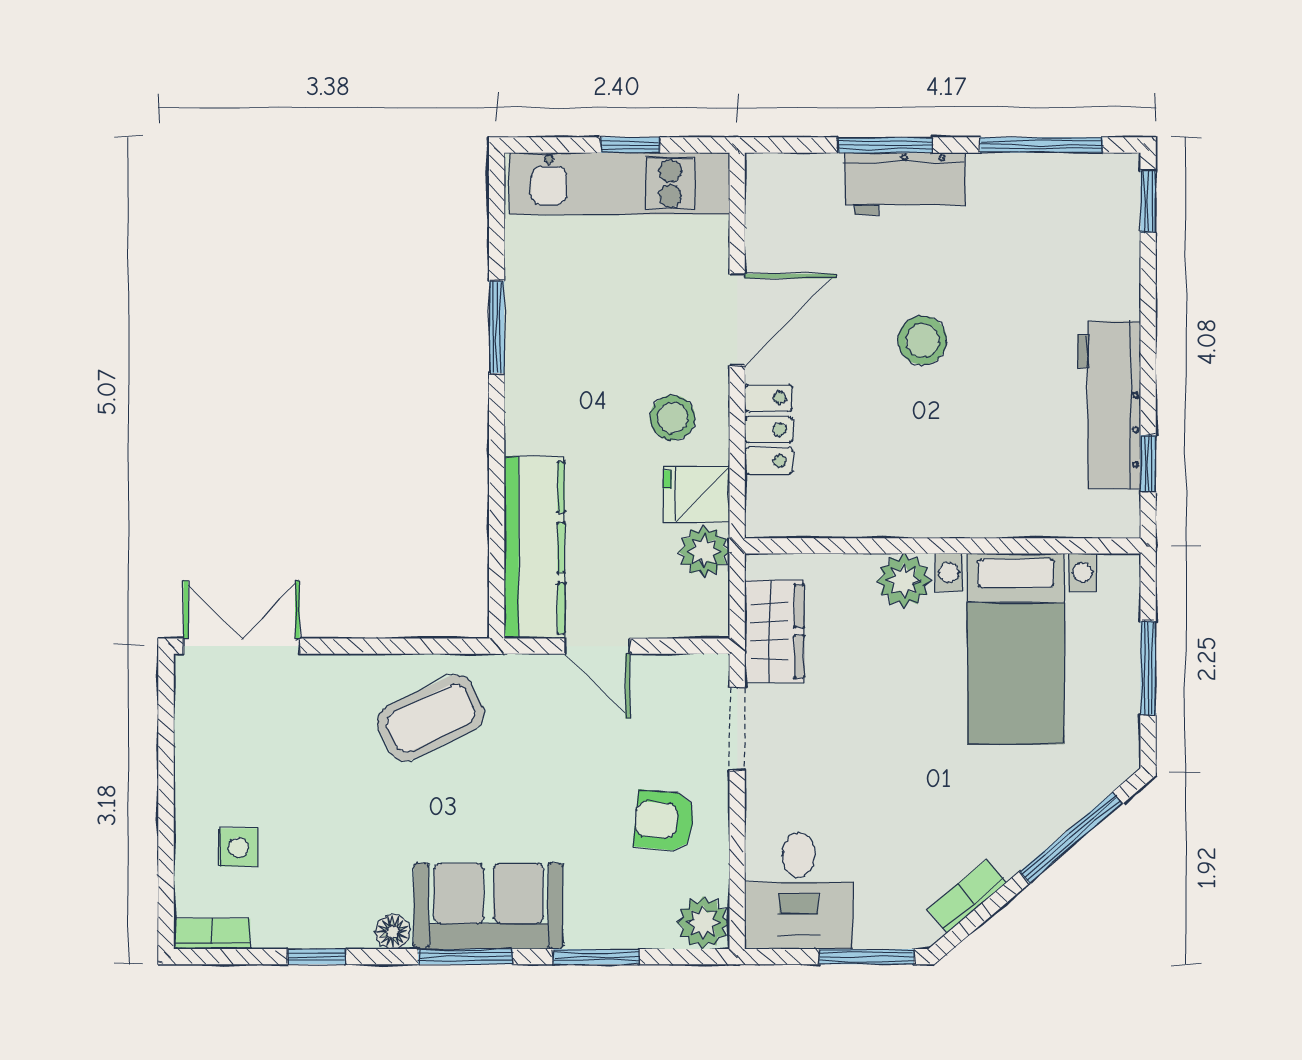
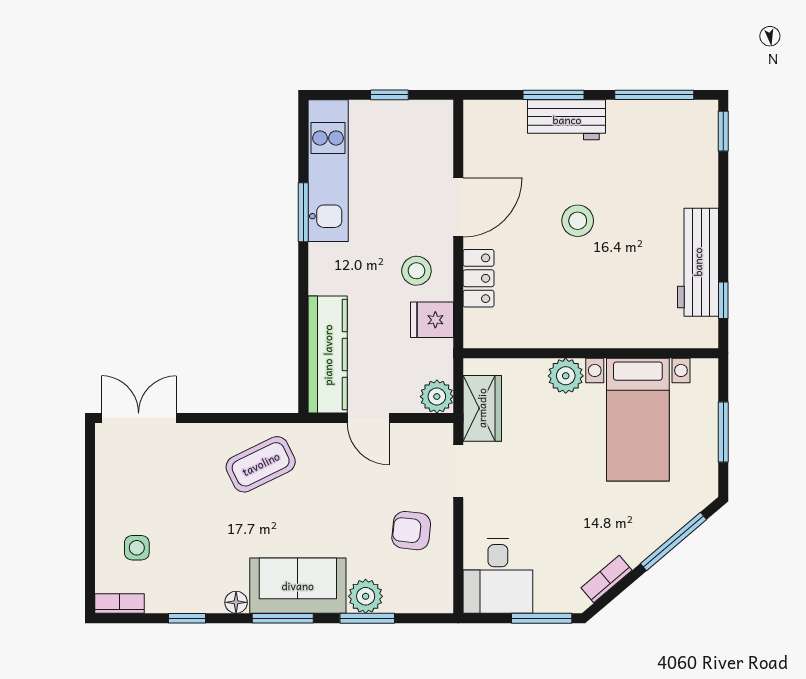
kitchen unit: (620, 184) -> (328, 171), moved, turned -90
plant: (704, 551) -> (437, 397), moved
plant: (703, 923) -> (366, 596), moved

